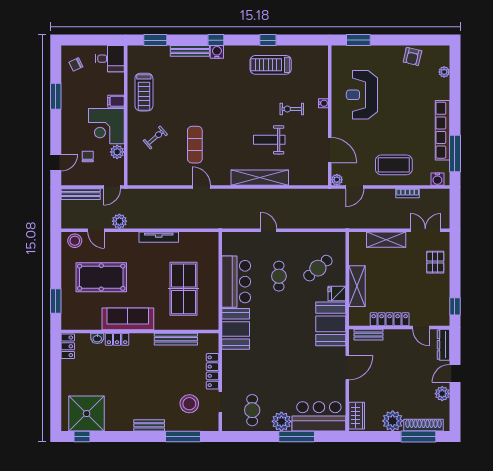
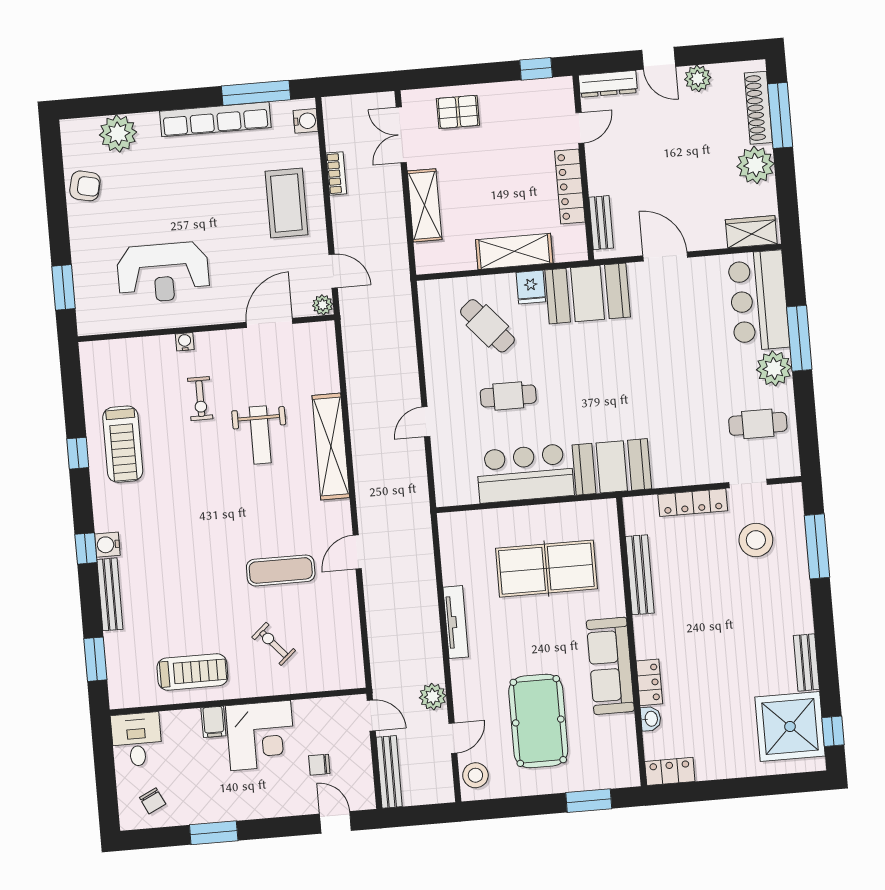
plant: (444, 72) -> (118, 134), width x1.87, depth x1.87
plant: (117, 152) -> (306, 712), removed
bench: (149, 425) -> (806, 662), moved

